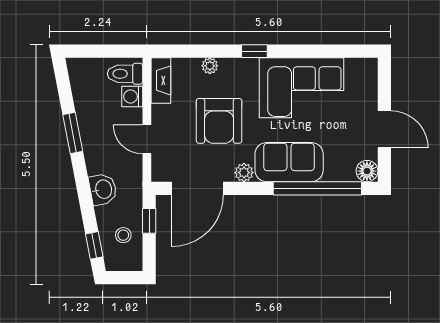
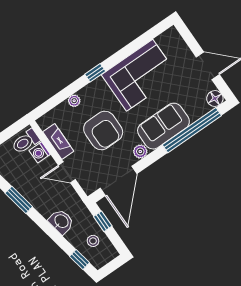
fireplace: (161, 80) -> (58, 142), moved

